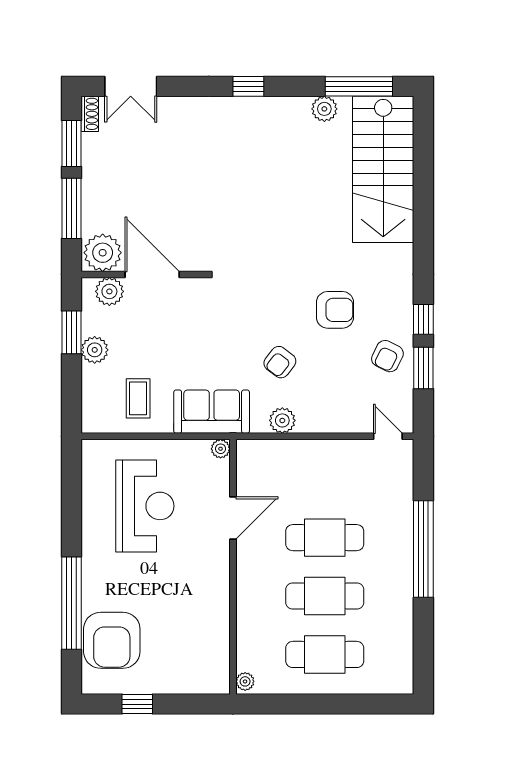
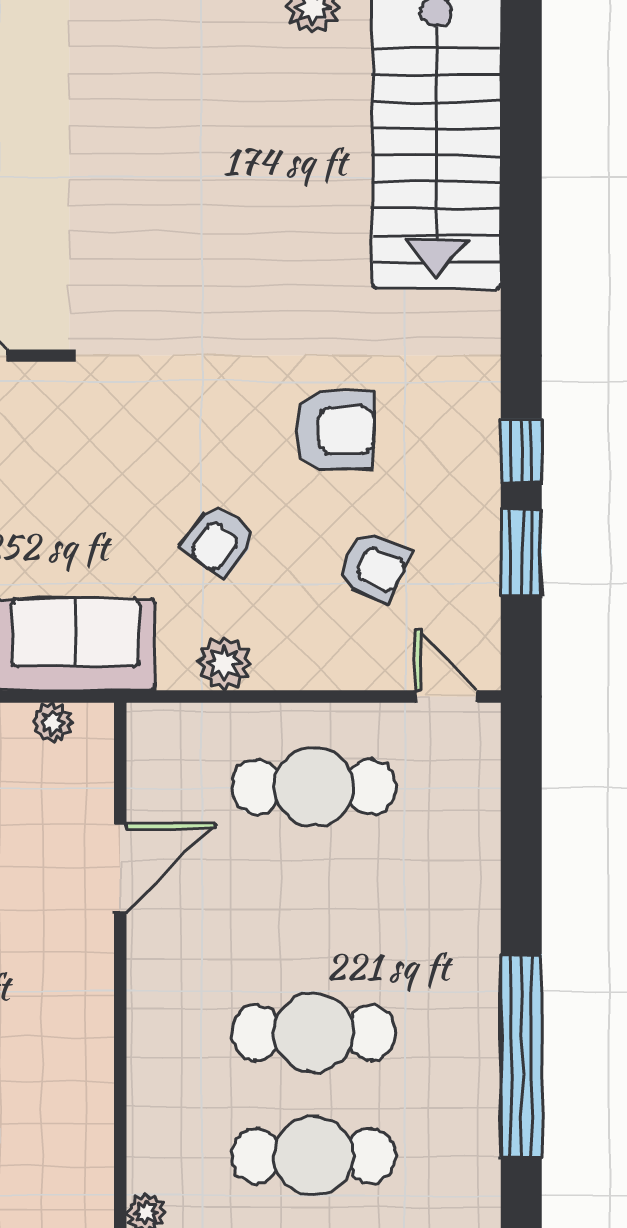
armchair: (387, 356) -> (373, 566), moved, turned -92
plant: (221, 449) -> (53, 723), moved
cafe table: (325, 538) -> (314, 787), moved
window: (423, 549) -> (521, 1056), moved

